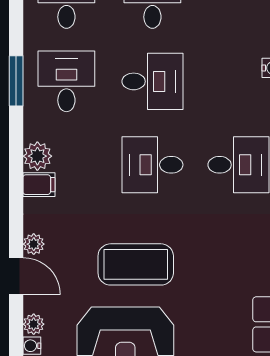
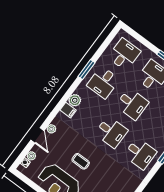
desk: (66, 81) -> (103, 82), turned 180
desk: (152, 165) -> (111, 132), turned 180
coffee table: (136, 264) -> (81, 161), width x0.54, depth x0.58

